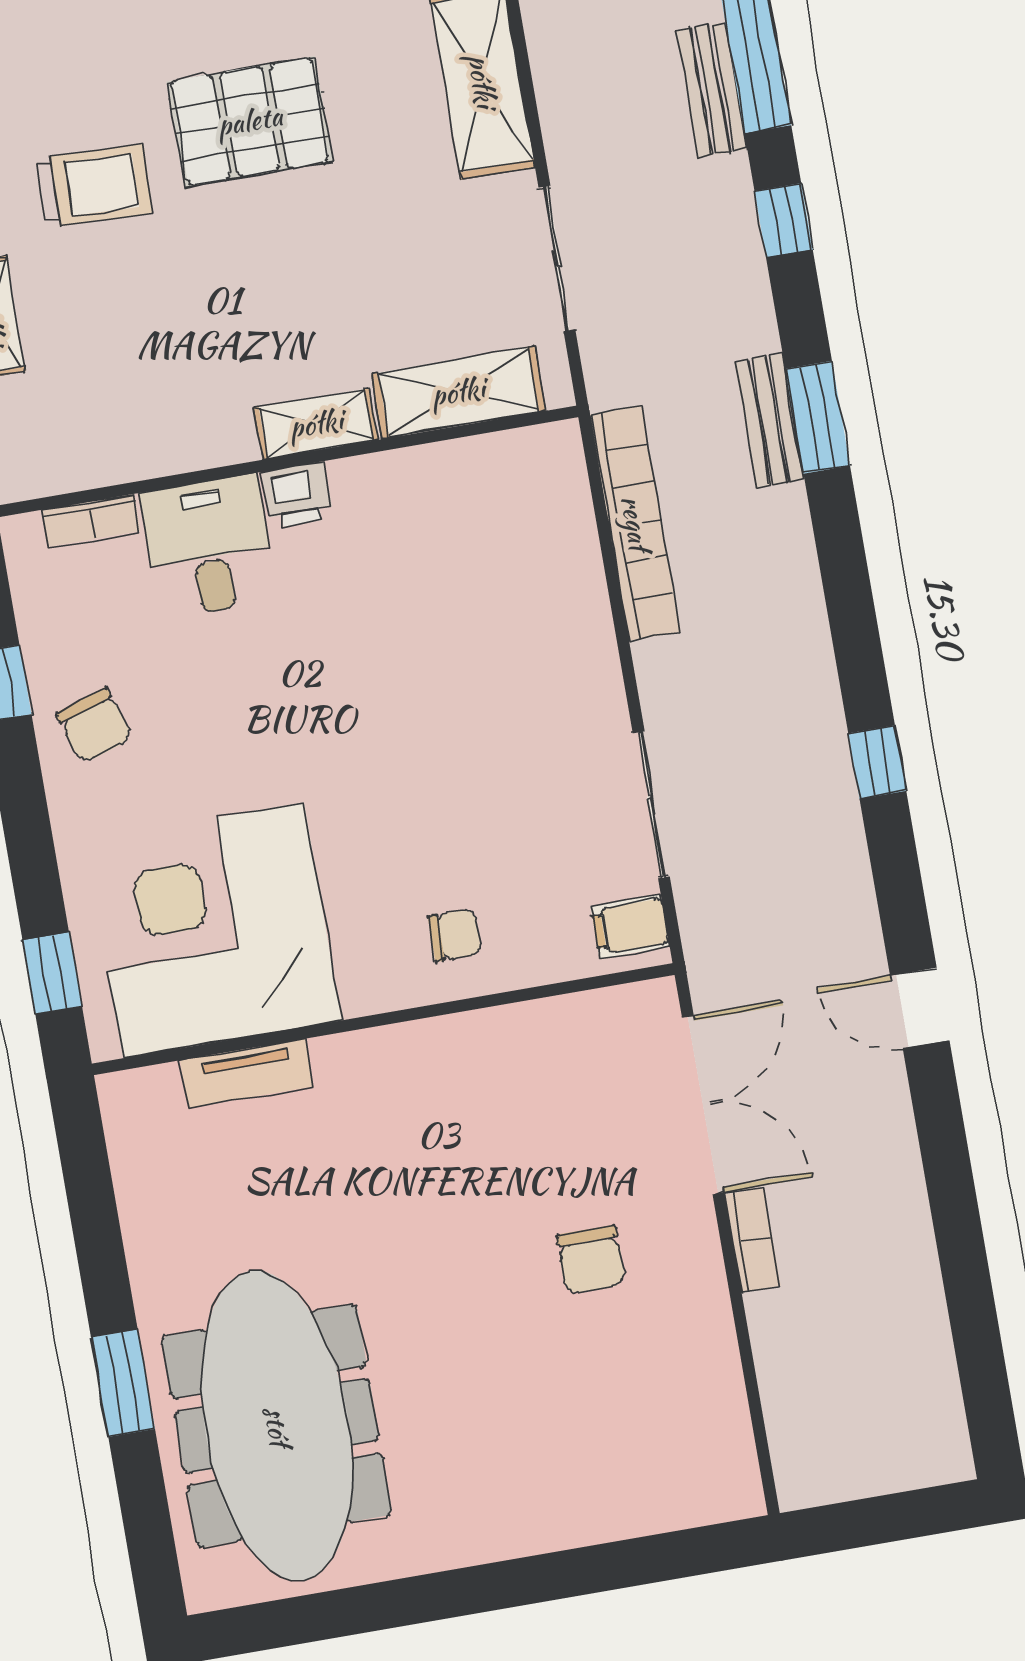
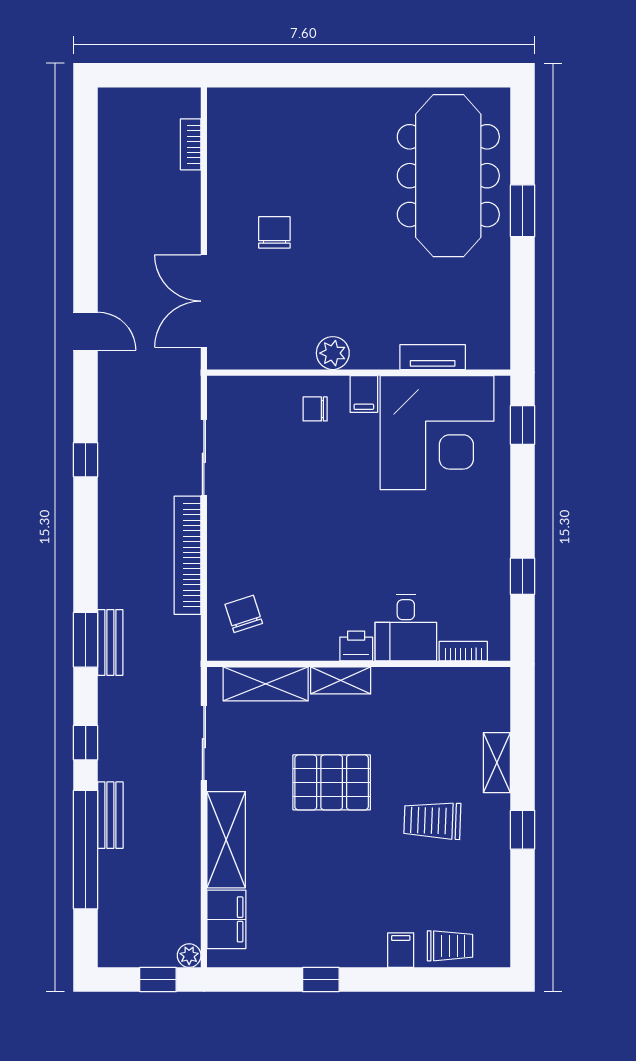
pallet: (250, 121) -> (332, 782), moved
bookcase: (635, 523) -> (188, 555), moved
chair: (94, 725) -> (244, 614), moved
filing cabinet: (630, 926) -> (364, 394), moved, turned 90
plant: (439, 1048) -> (333, 353), added
bookcase: (753, 1240) -> (191, 144), moved

